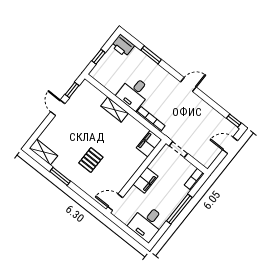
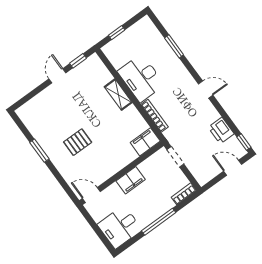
printer: (123, 46) -> (221, 131), moved
desk: (134, 93) -> (141, 78), width x1.37
shelving: (43, 152) -> (29, 119), removed

